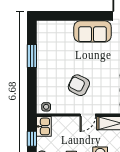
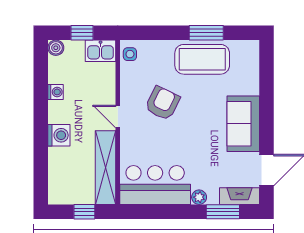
coffee table: (50, 59) -> (202, 59), added

